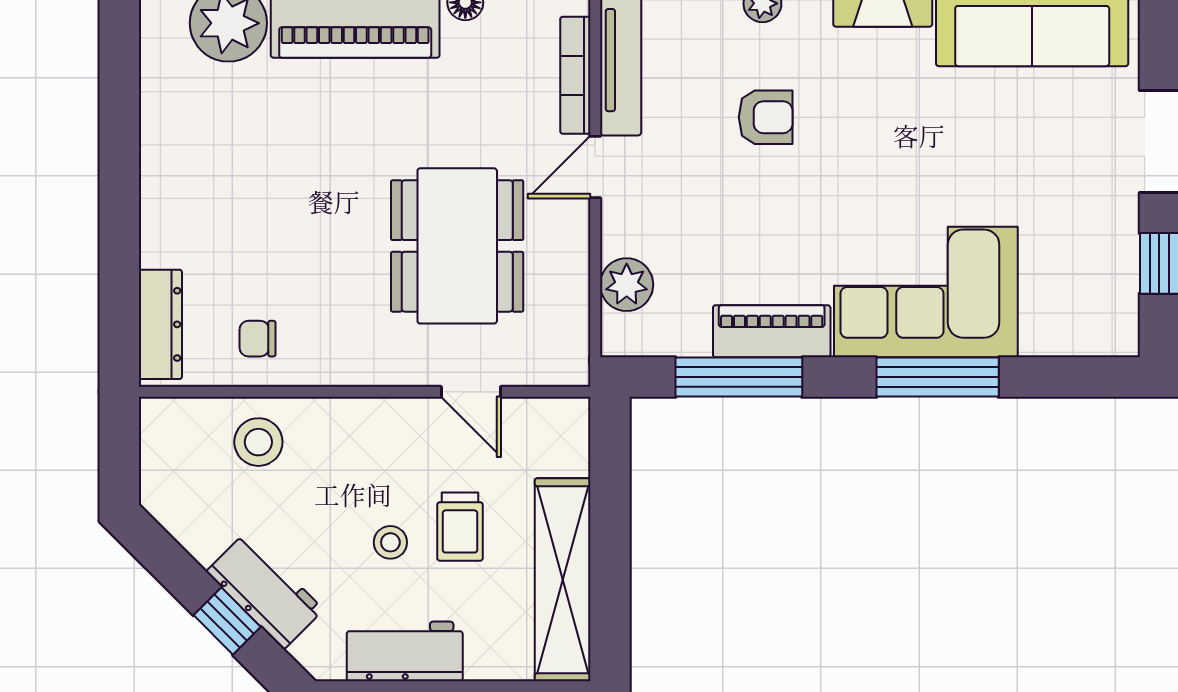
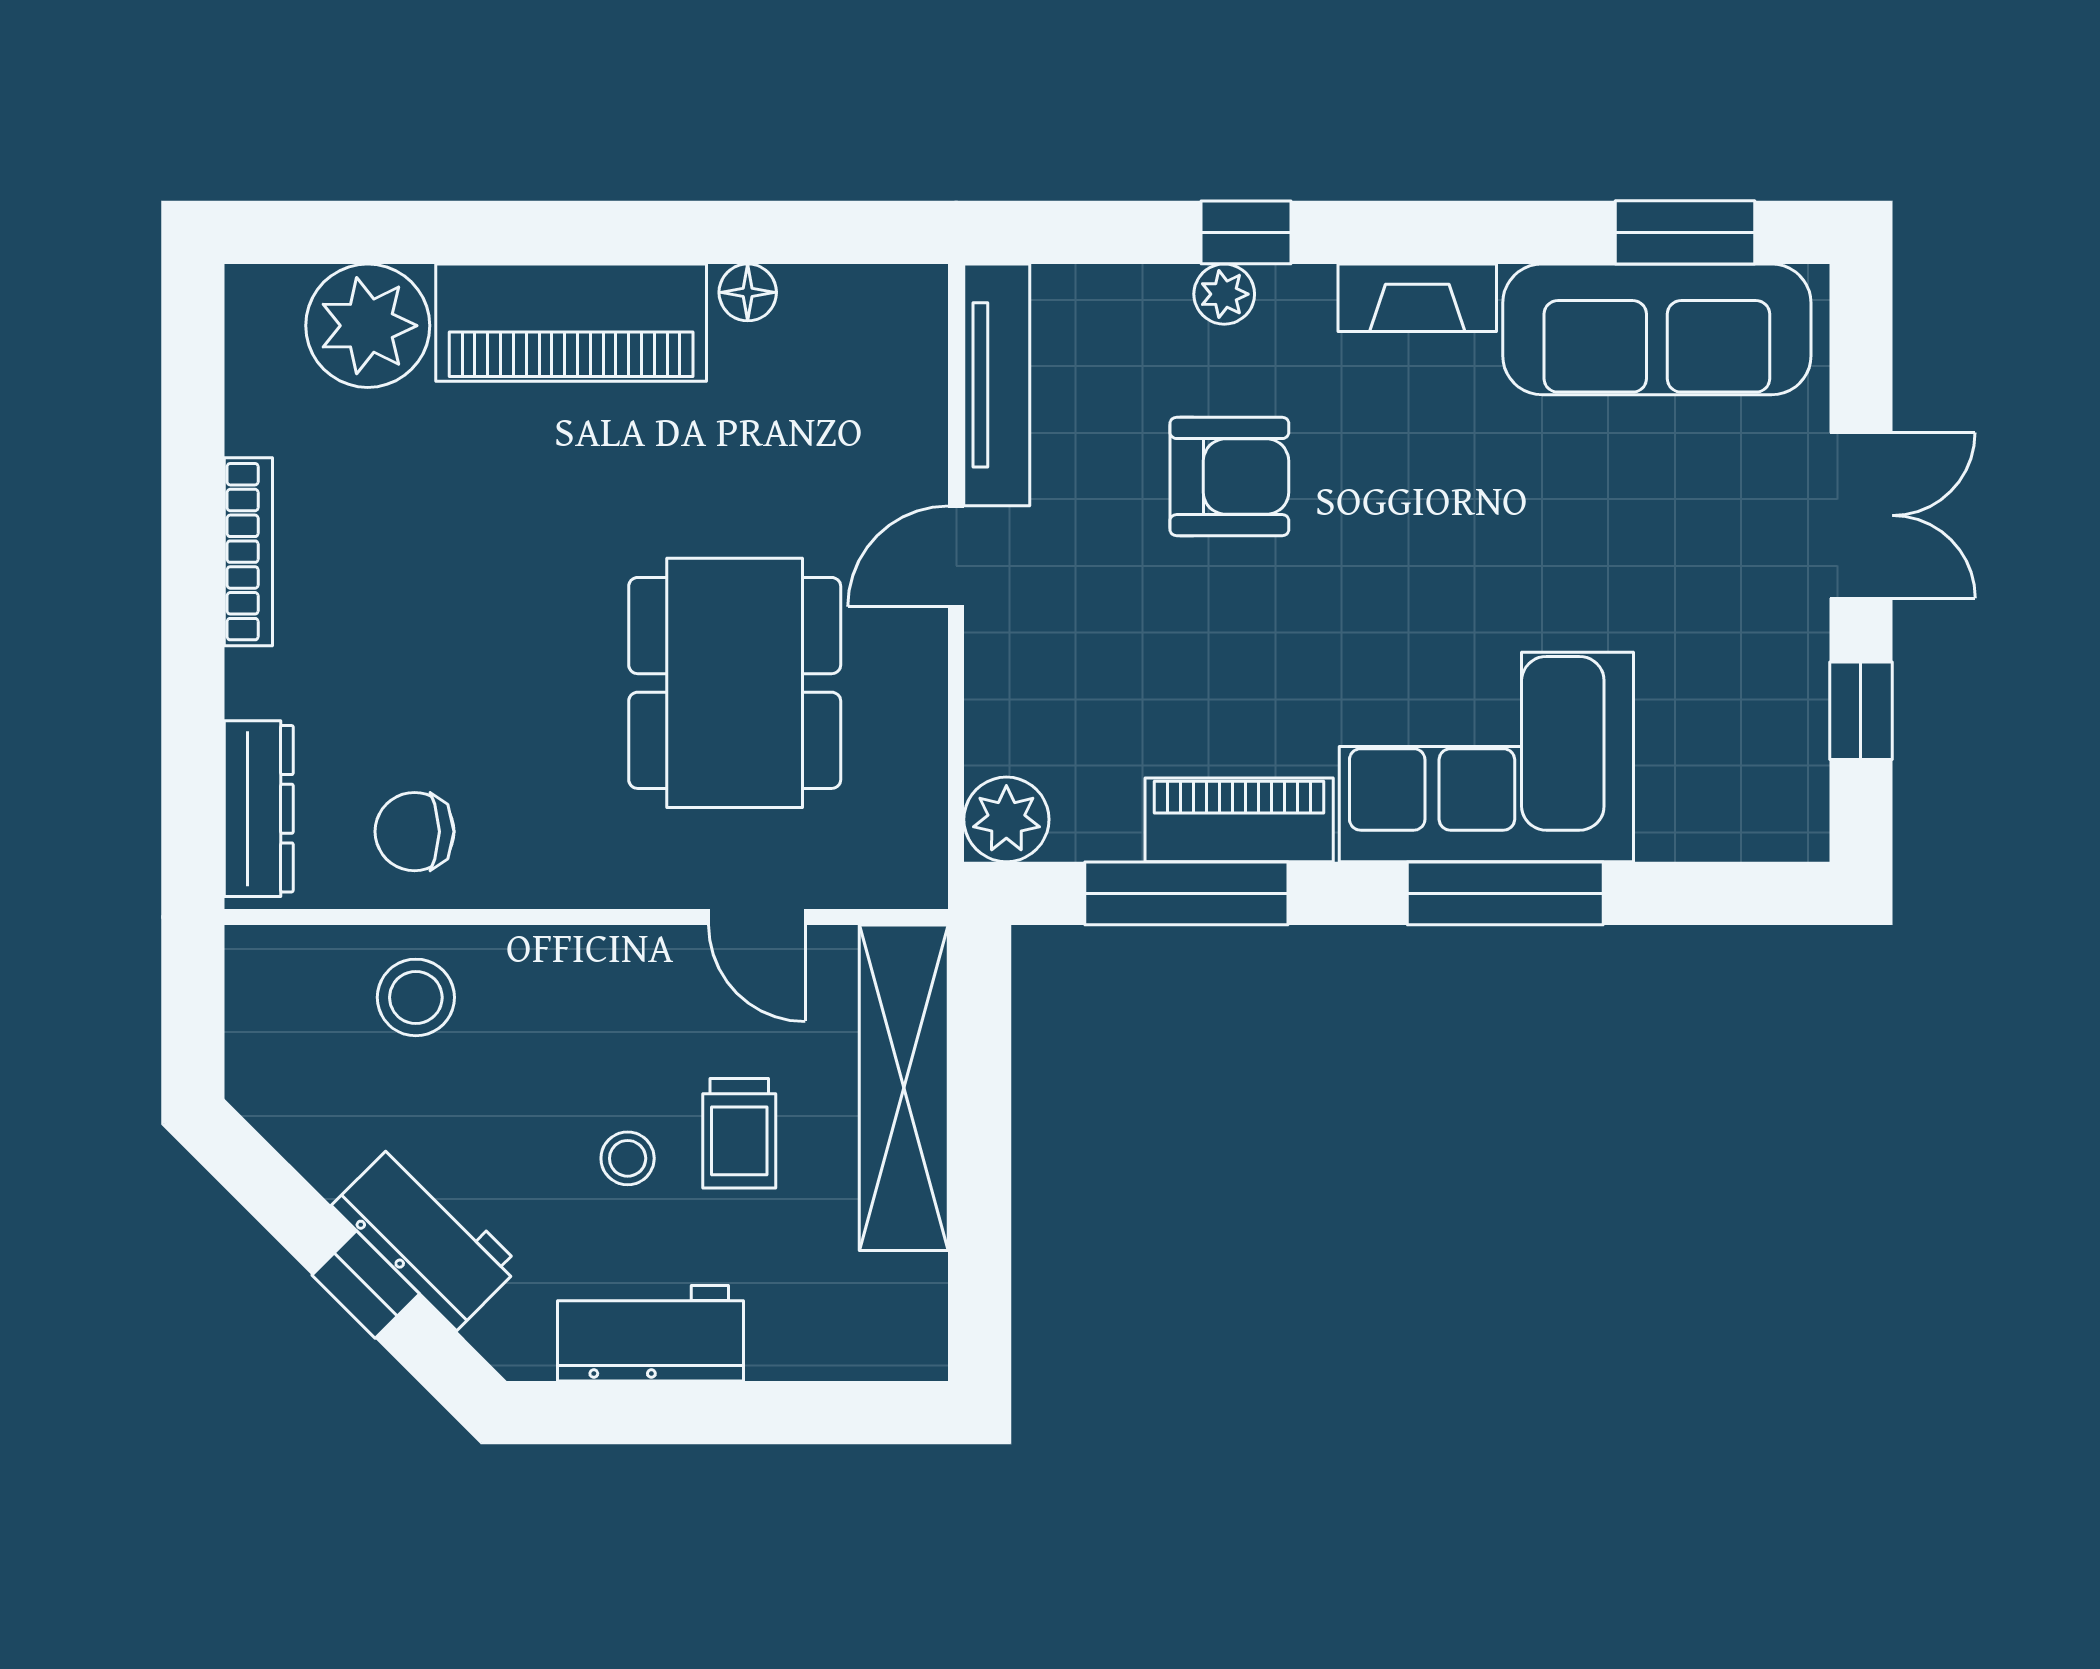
bookcase: (575, 75) -> (248, 552), moved, turned 180
armchair: (766, 117) -> (1229, 477), width x1.38, depth x1.38
plant: (627, 285) -> (1006, 819), moved
chair: (258, 339) -> (415, 832), width x1.37, depth x1.37
shelving: (563, 580) -> (904, 1088), moved

